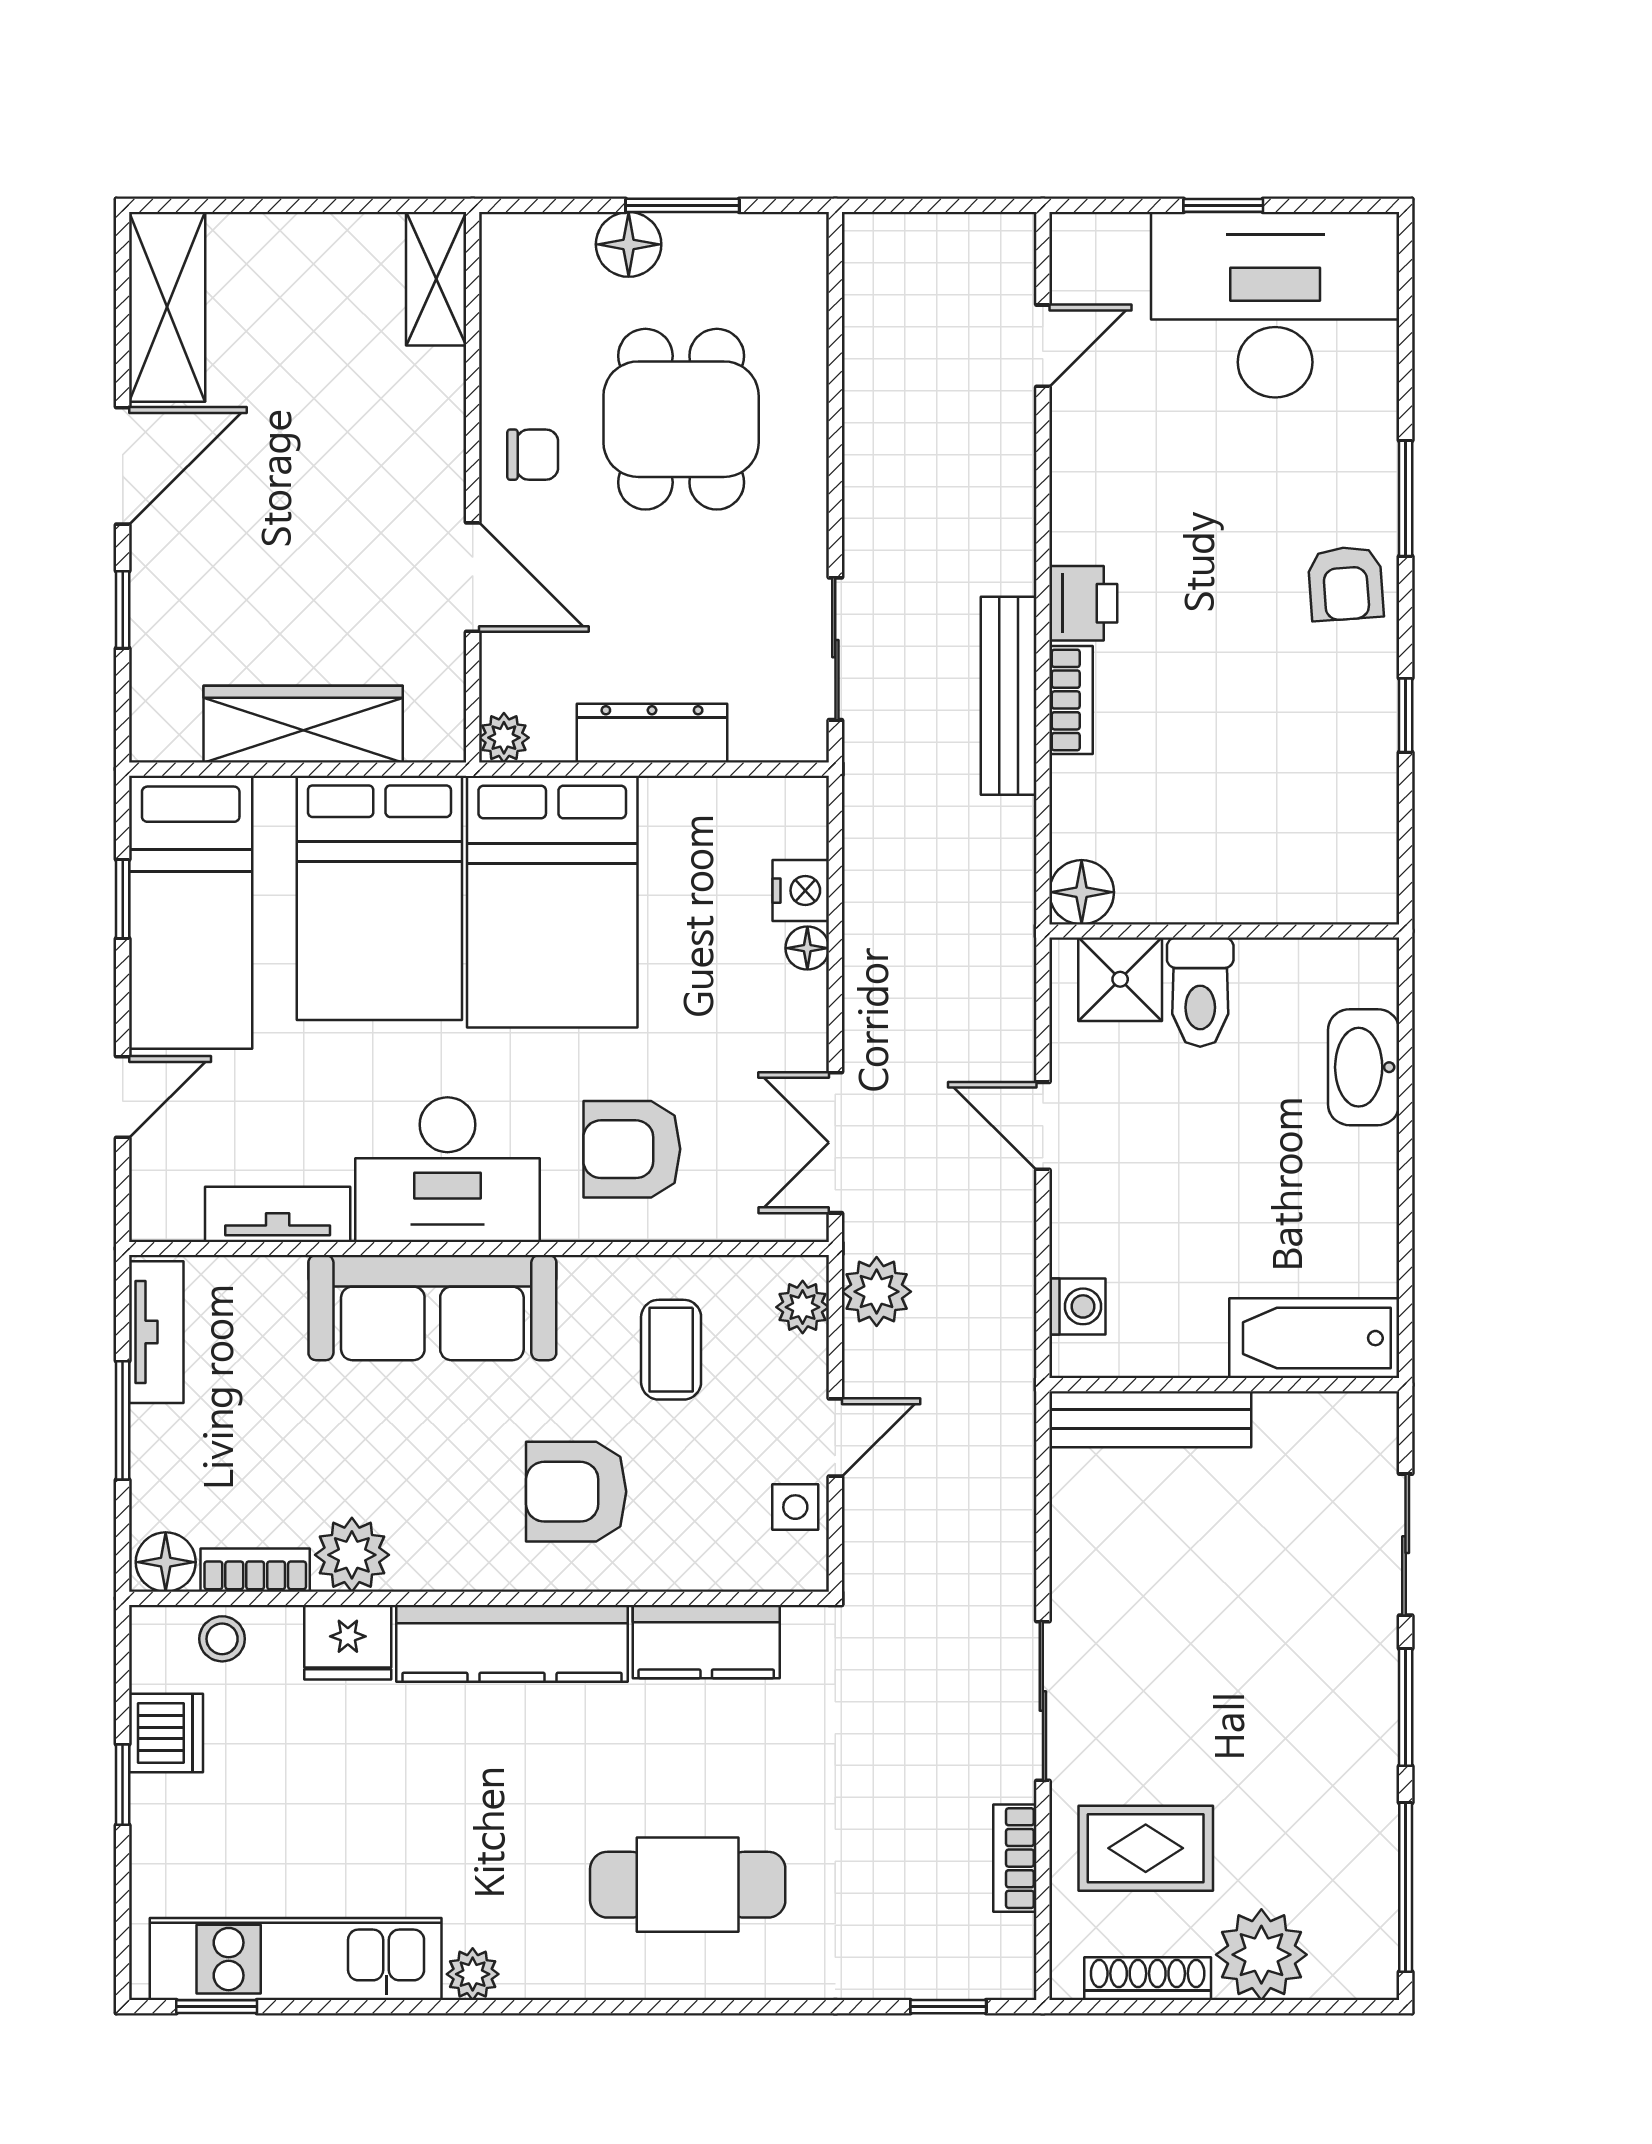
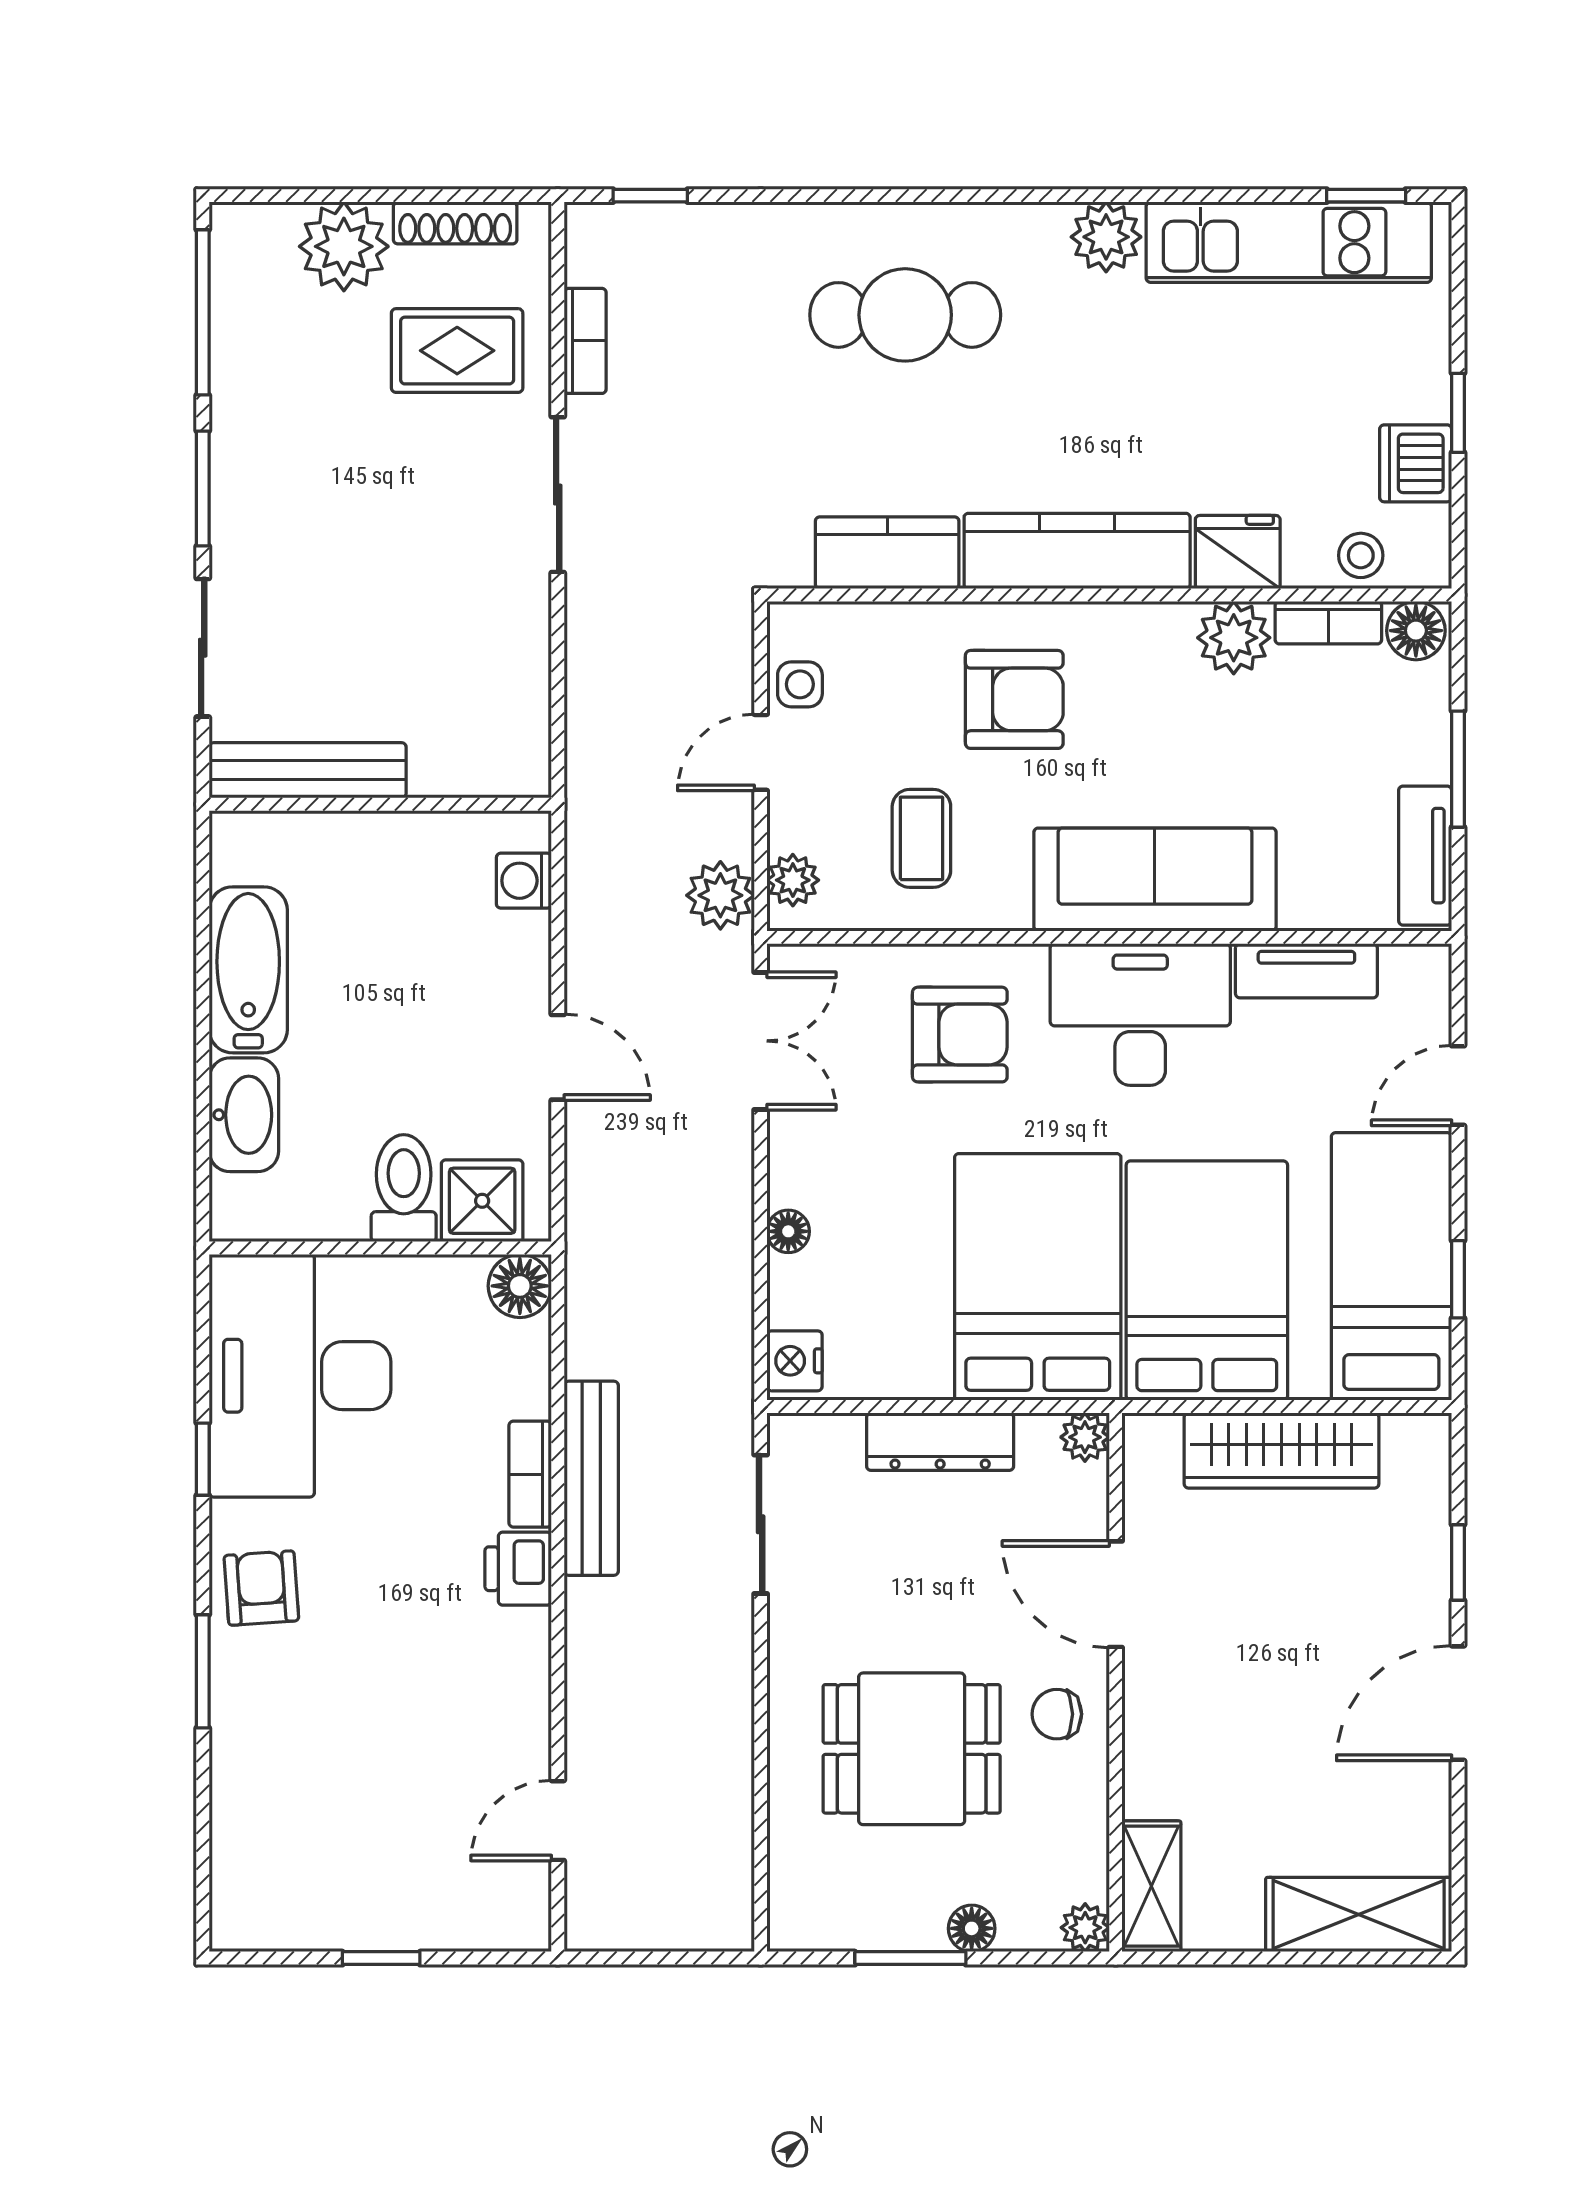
plant: (504, 236) -> (1085, 1928), added
floor lamp: (629, 244) -> (972, 1928), width x0.73, depth x0.73
desk: (1275, 305) -> (300, 1376), moved, turned 90
shelving: (167, 307) -> (1359, 1915), moved, turned 90
dining table: (681, 419) -> (912, 1749), turned 90
nightstand: (801, 891) -> (795, 1361), moved
bathtub: (1314, 1338) -> (248, 970), moved, turned -90
bench: (1151, 1419) -> (308, 770), moved
plant: (473, 1974) -> (1106, 237), width x1.38, depth x1.38

